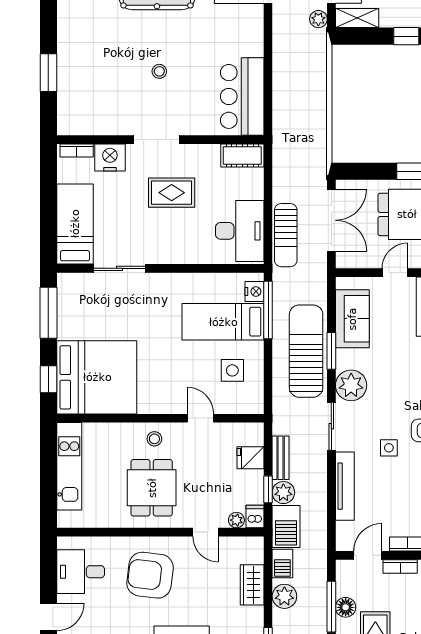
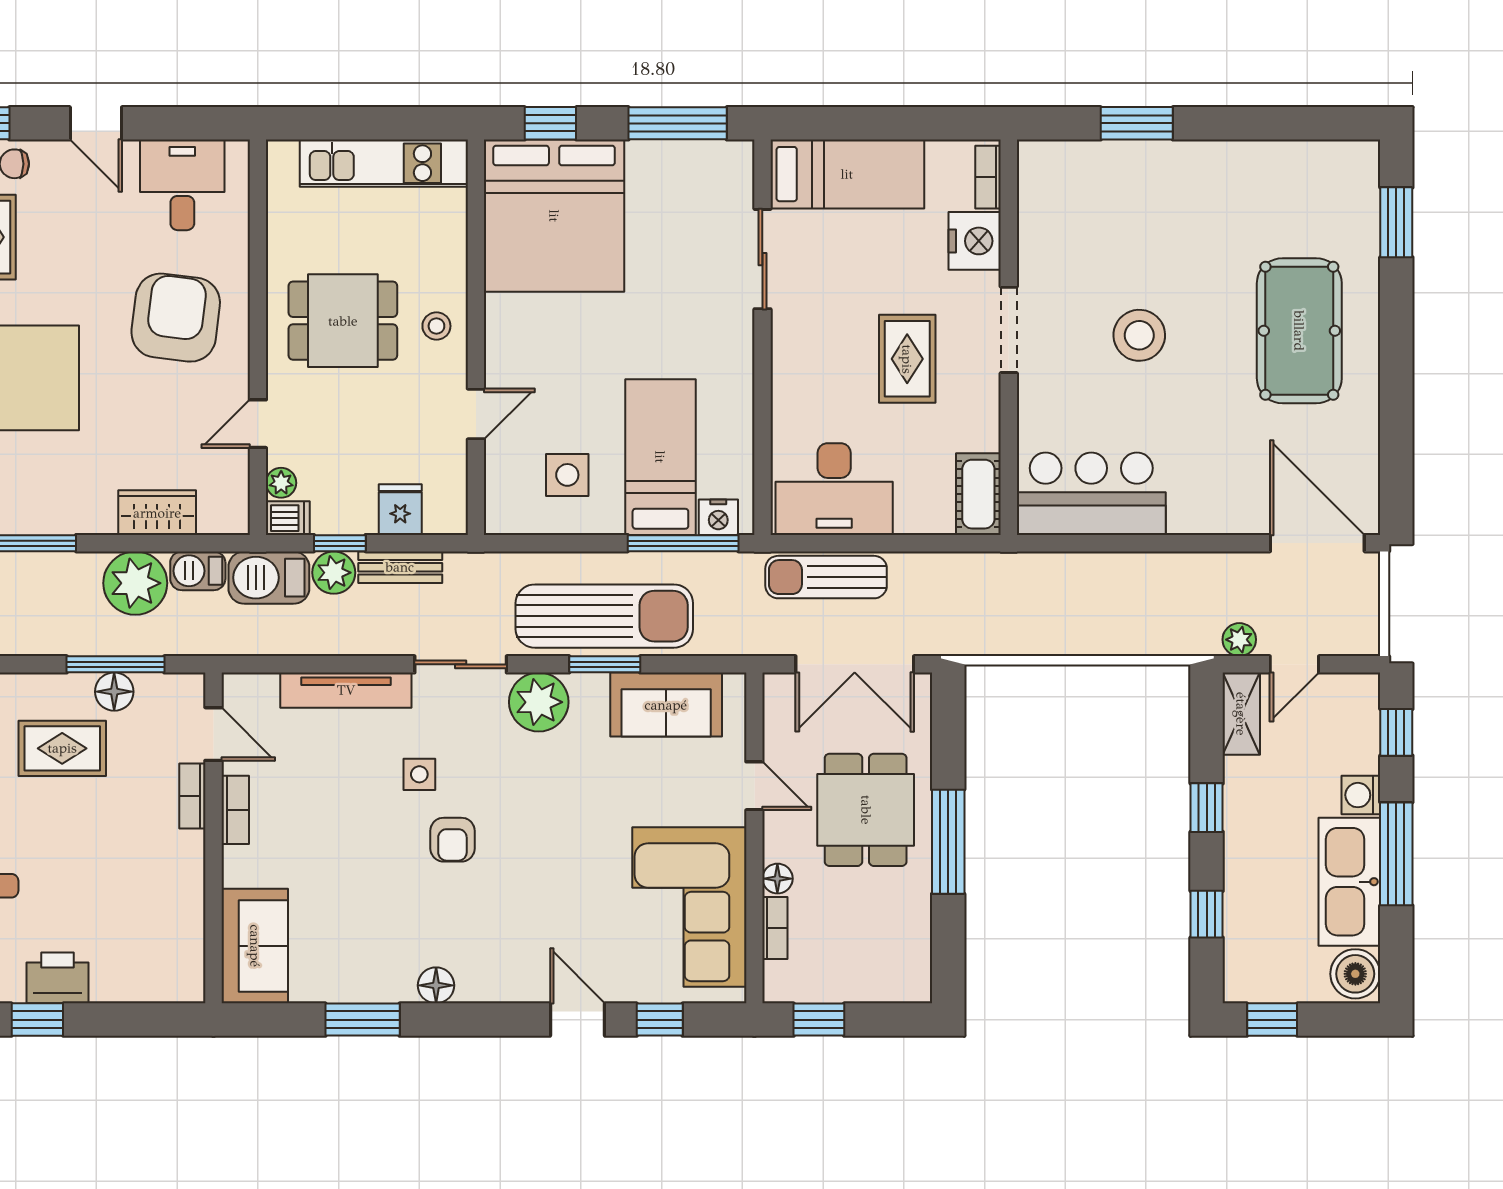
stool: (159, 71) -> (1139, 335), width x1.89, depth x1.89
plant: (284, 596) -> (135, 583), width x1.36, depth x1.36

